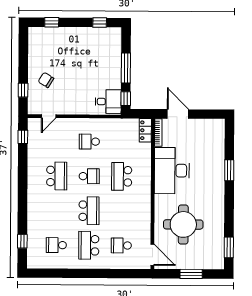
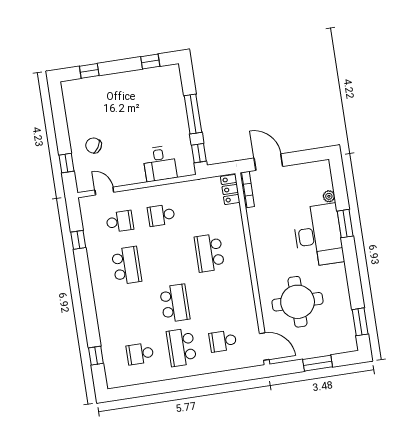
desk: (108, 102) -> (160, 164), moved, turned 90
door: (49, 116) -> (104, 191), swing flipped
window: (23, 137) -> (78, 240), moved
plant: (220, 147) -> (329, 196), added
desk: (172, 171) -> (318, 235), moved, turned 180
school desk: (89, 176) -> (120, 222), moved

